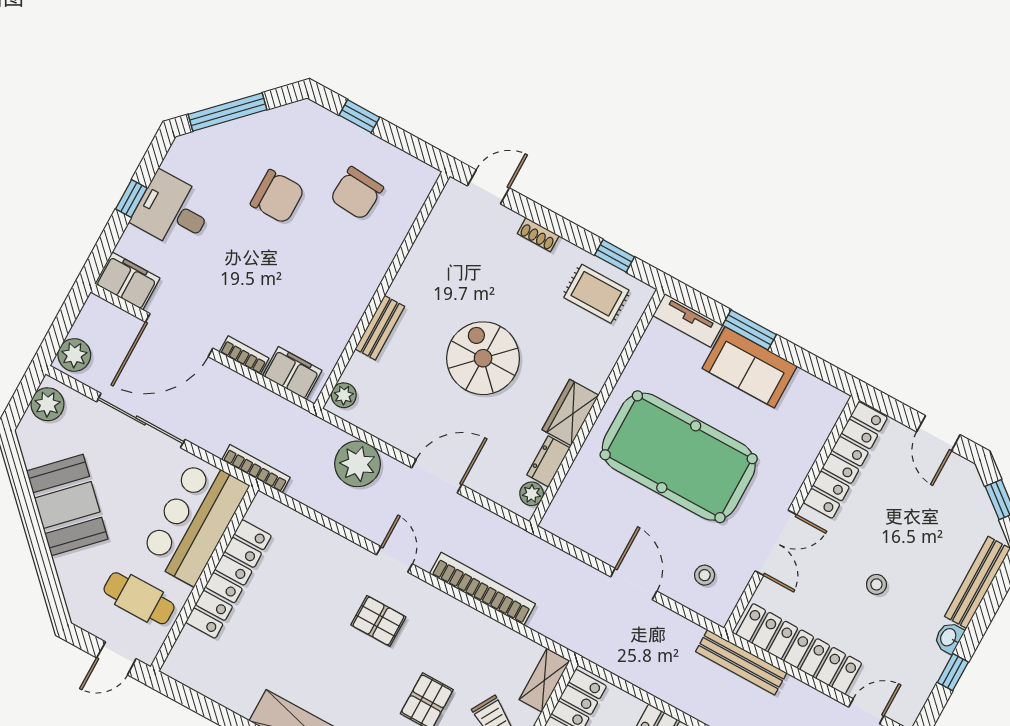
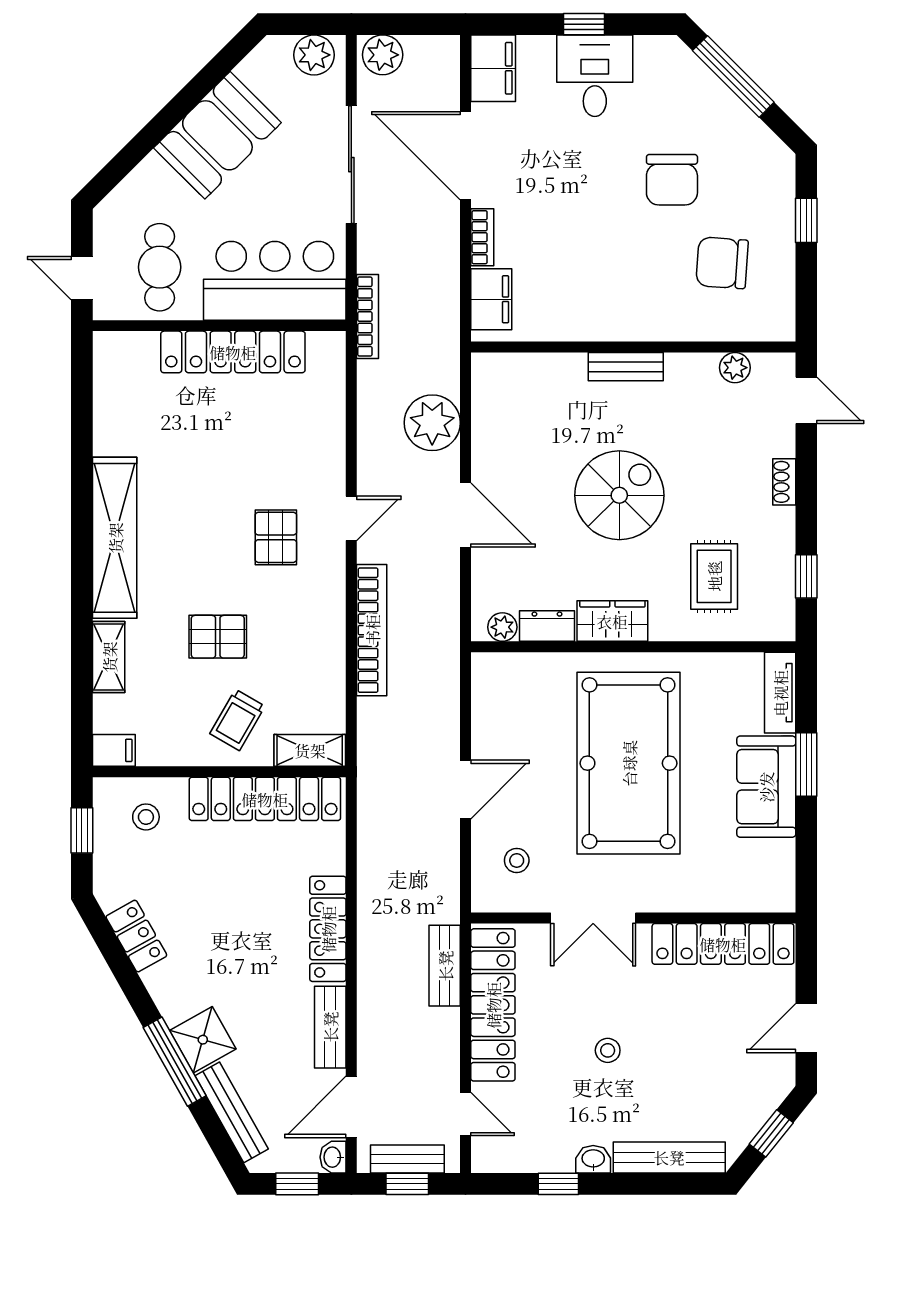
rug: (596, 294) -> (714, 576), moved
bench: (380, 328) -> (626, 367), moved
plant: (344, 395) -> (735, 368), moved
bench: (741, 662) -> (445, 966), width x0.73

